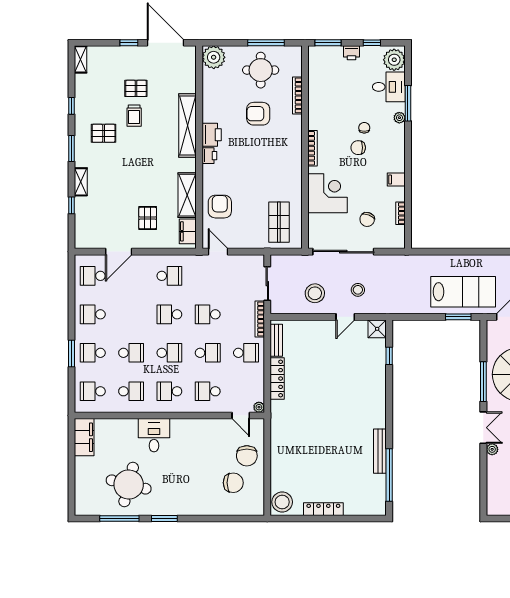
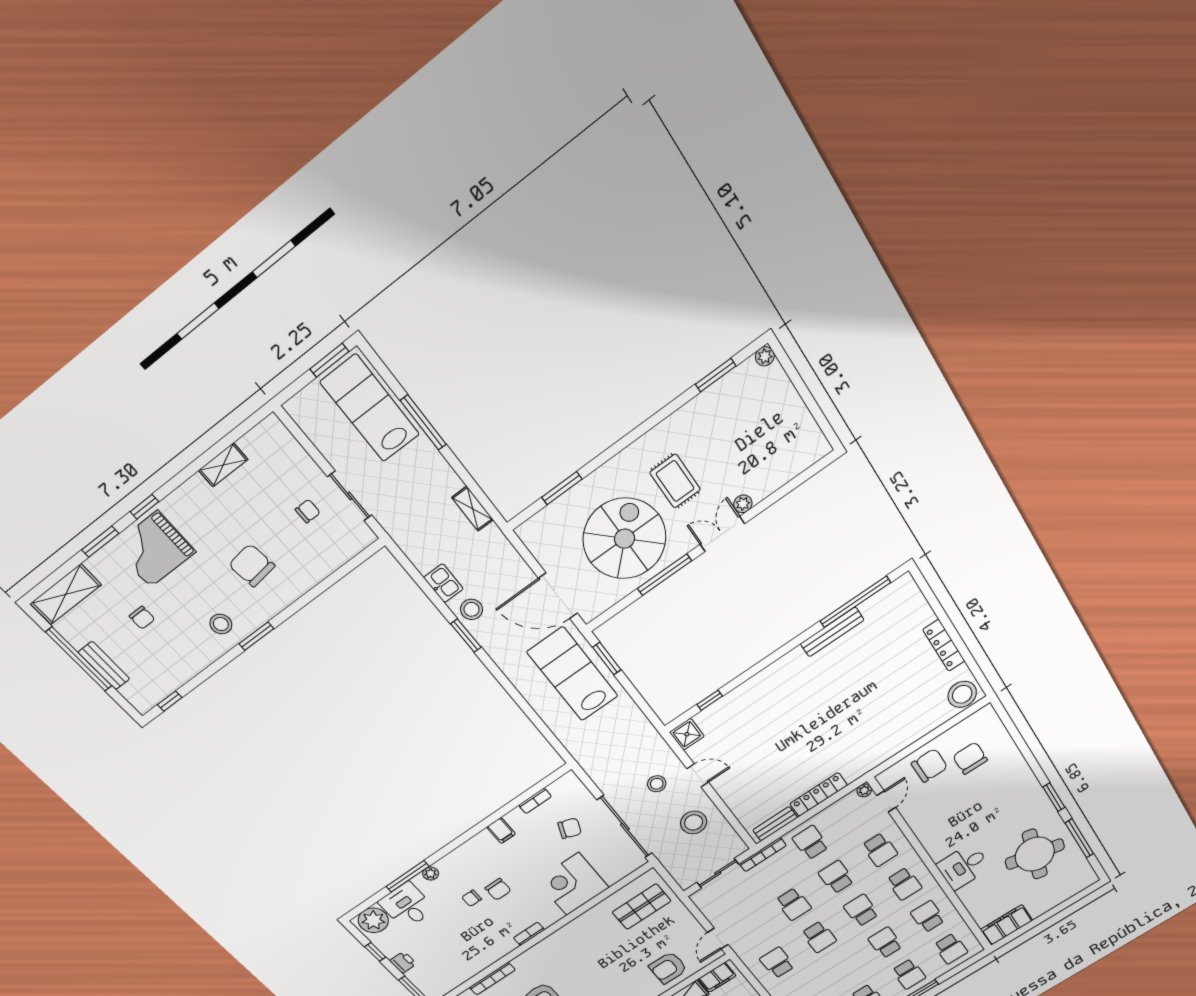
bookcase: (312, 148) -> (529, 934), width x0.64

